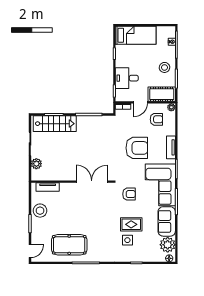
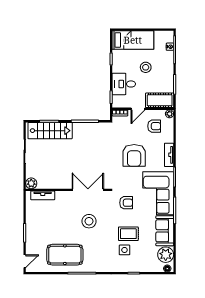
stool: (165, 67) -> (146, 67), moved
armchair: (137, 148) -> (134, 155), turned 90
plant: (36, 164) -> (31, 183), moved
stool: (40, 211) -> (89, 221), moved

